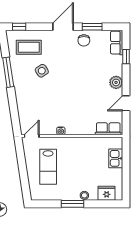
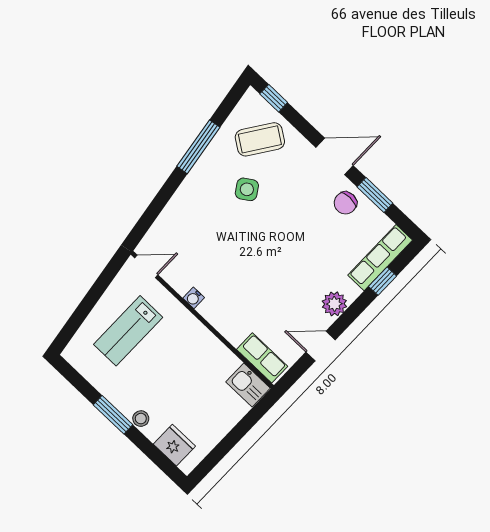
row of seats: (117, 43) -> (380, 258), width x1.48
coffee table: (29, 47) -> (260, 139), turned -56
kitchen sink: (116, 158) -> (248, 385), moved, turned -90

